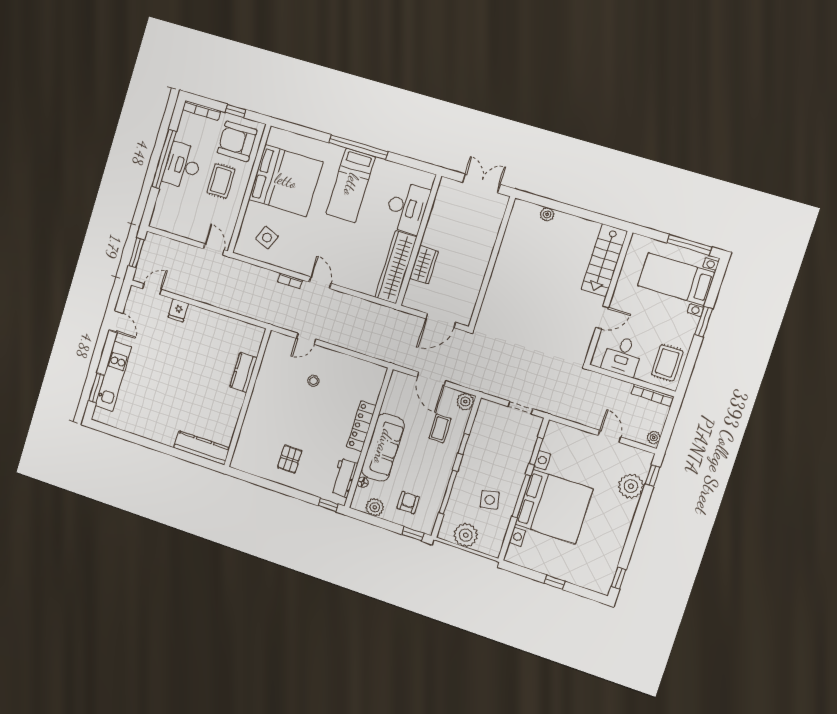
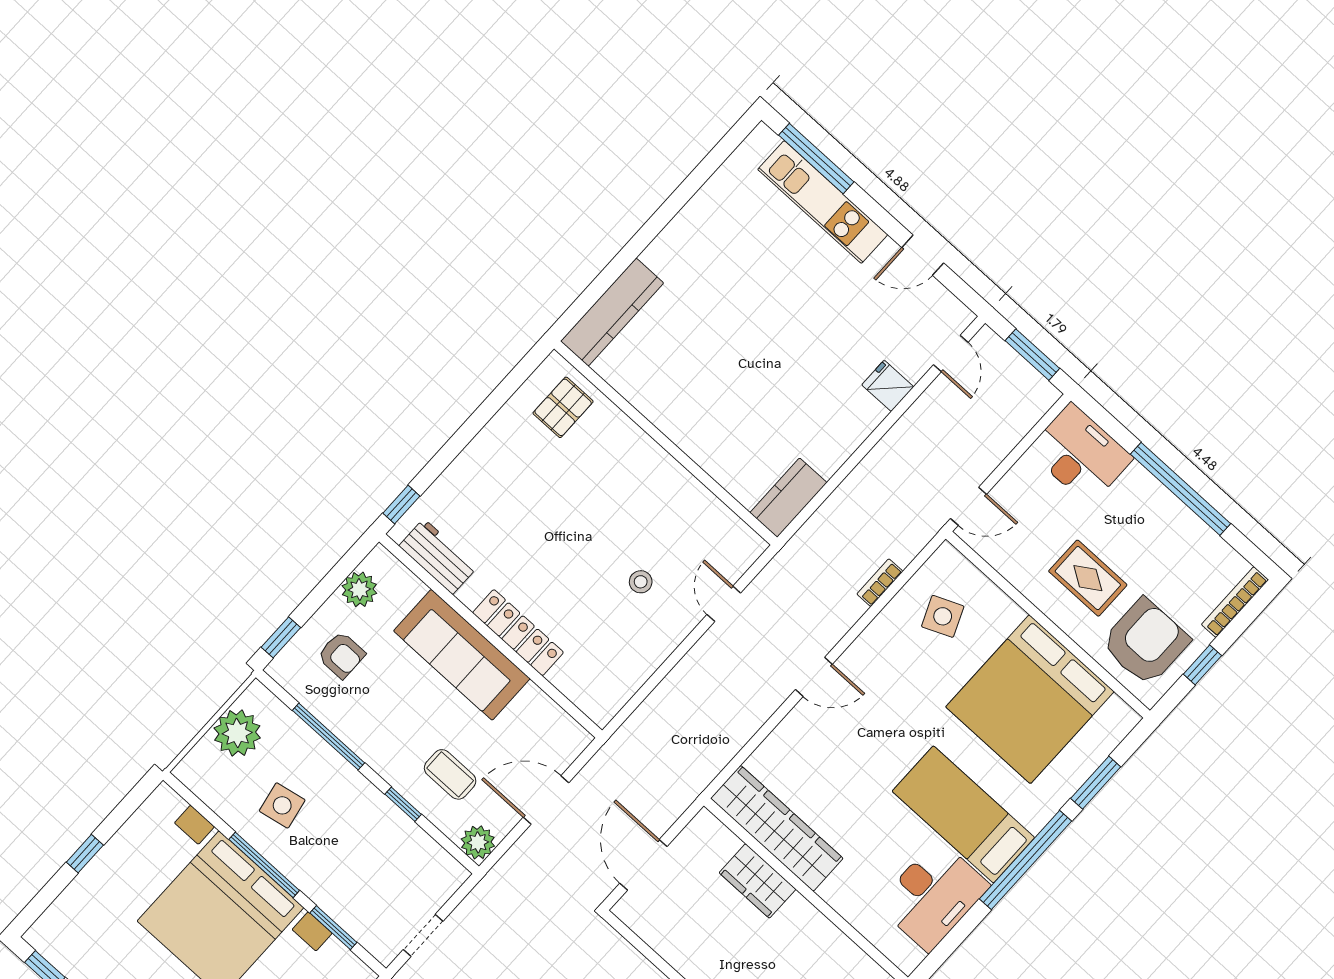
window: (309, 133) -> (1096, 783), added
desk: (183, 166) -> (1080, 454), moved
desk: (407, 208) -> (933, 895), moved, turned -90
side table: (267, 238) -> (943, 616), turned 45
bookcase: (290, 281) -> (880, 583), moved
kitchen counter: (243, 372) -> (788, 498), moved, turned -90
window: (97, 388) -> (816, 159), width x1.44
pallet: (290, 459) -> (563, 407), moved, turned 90
floor lamp: (363, 482) -> (415, 588), removed

